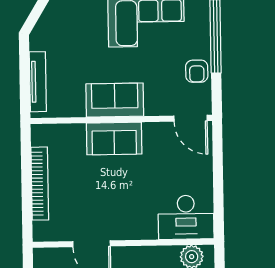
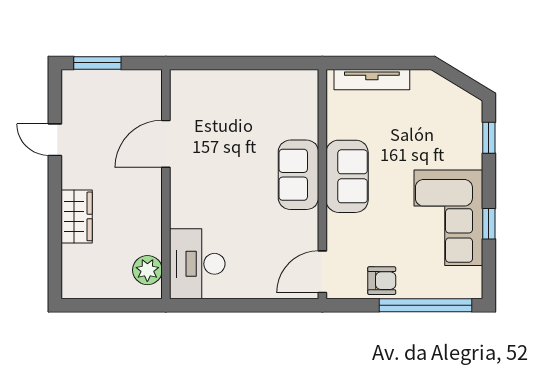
armchair: (197, 71) -> (382, 281), turned 180
bookcase: (40, 184) -> (243, 80), removed

